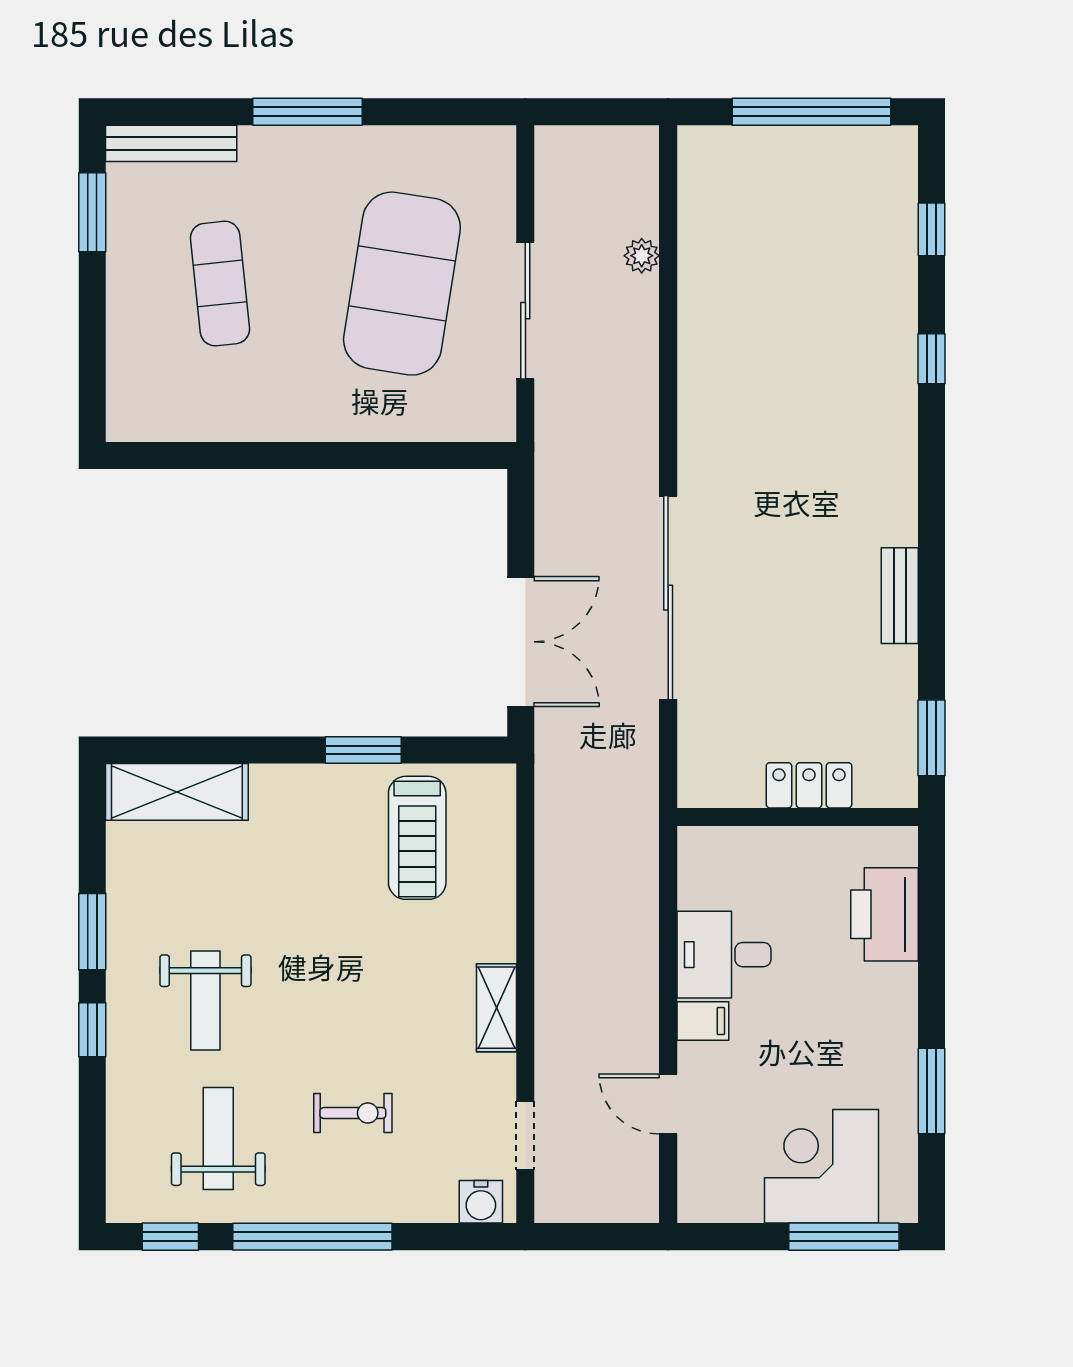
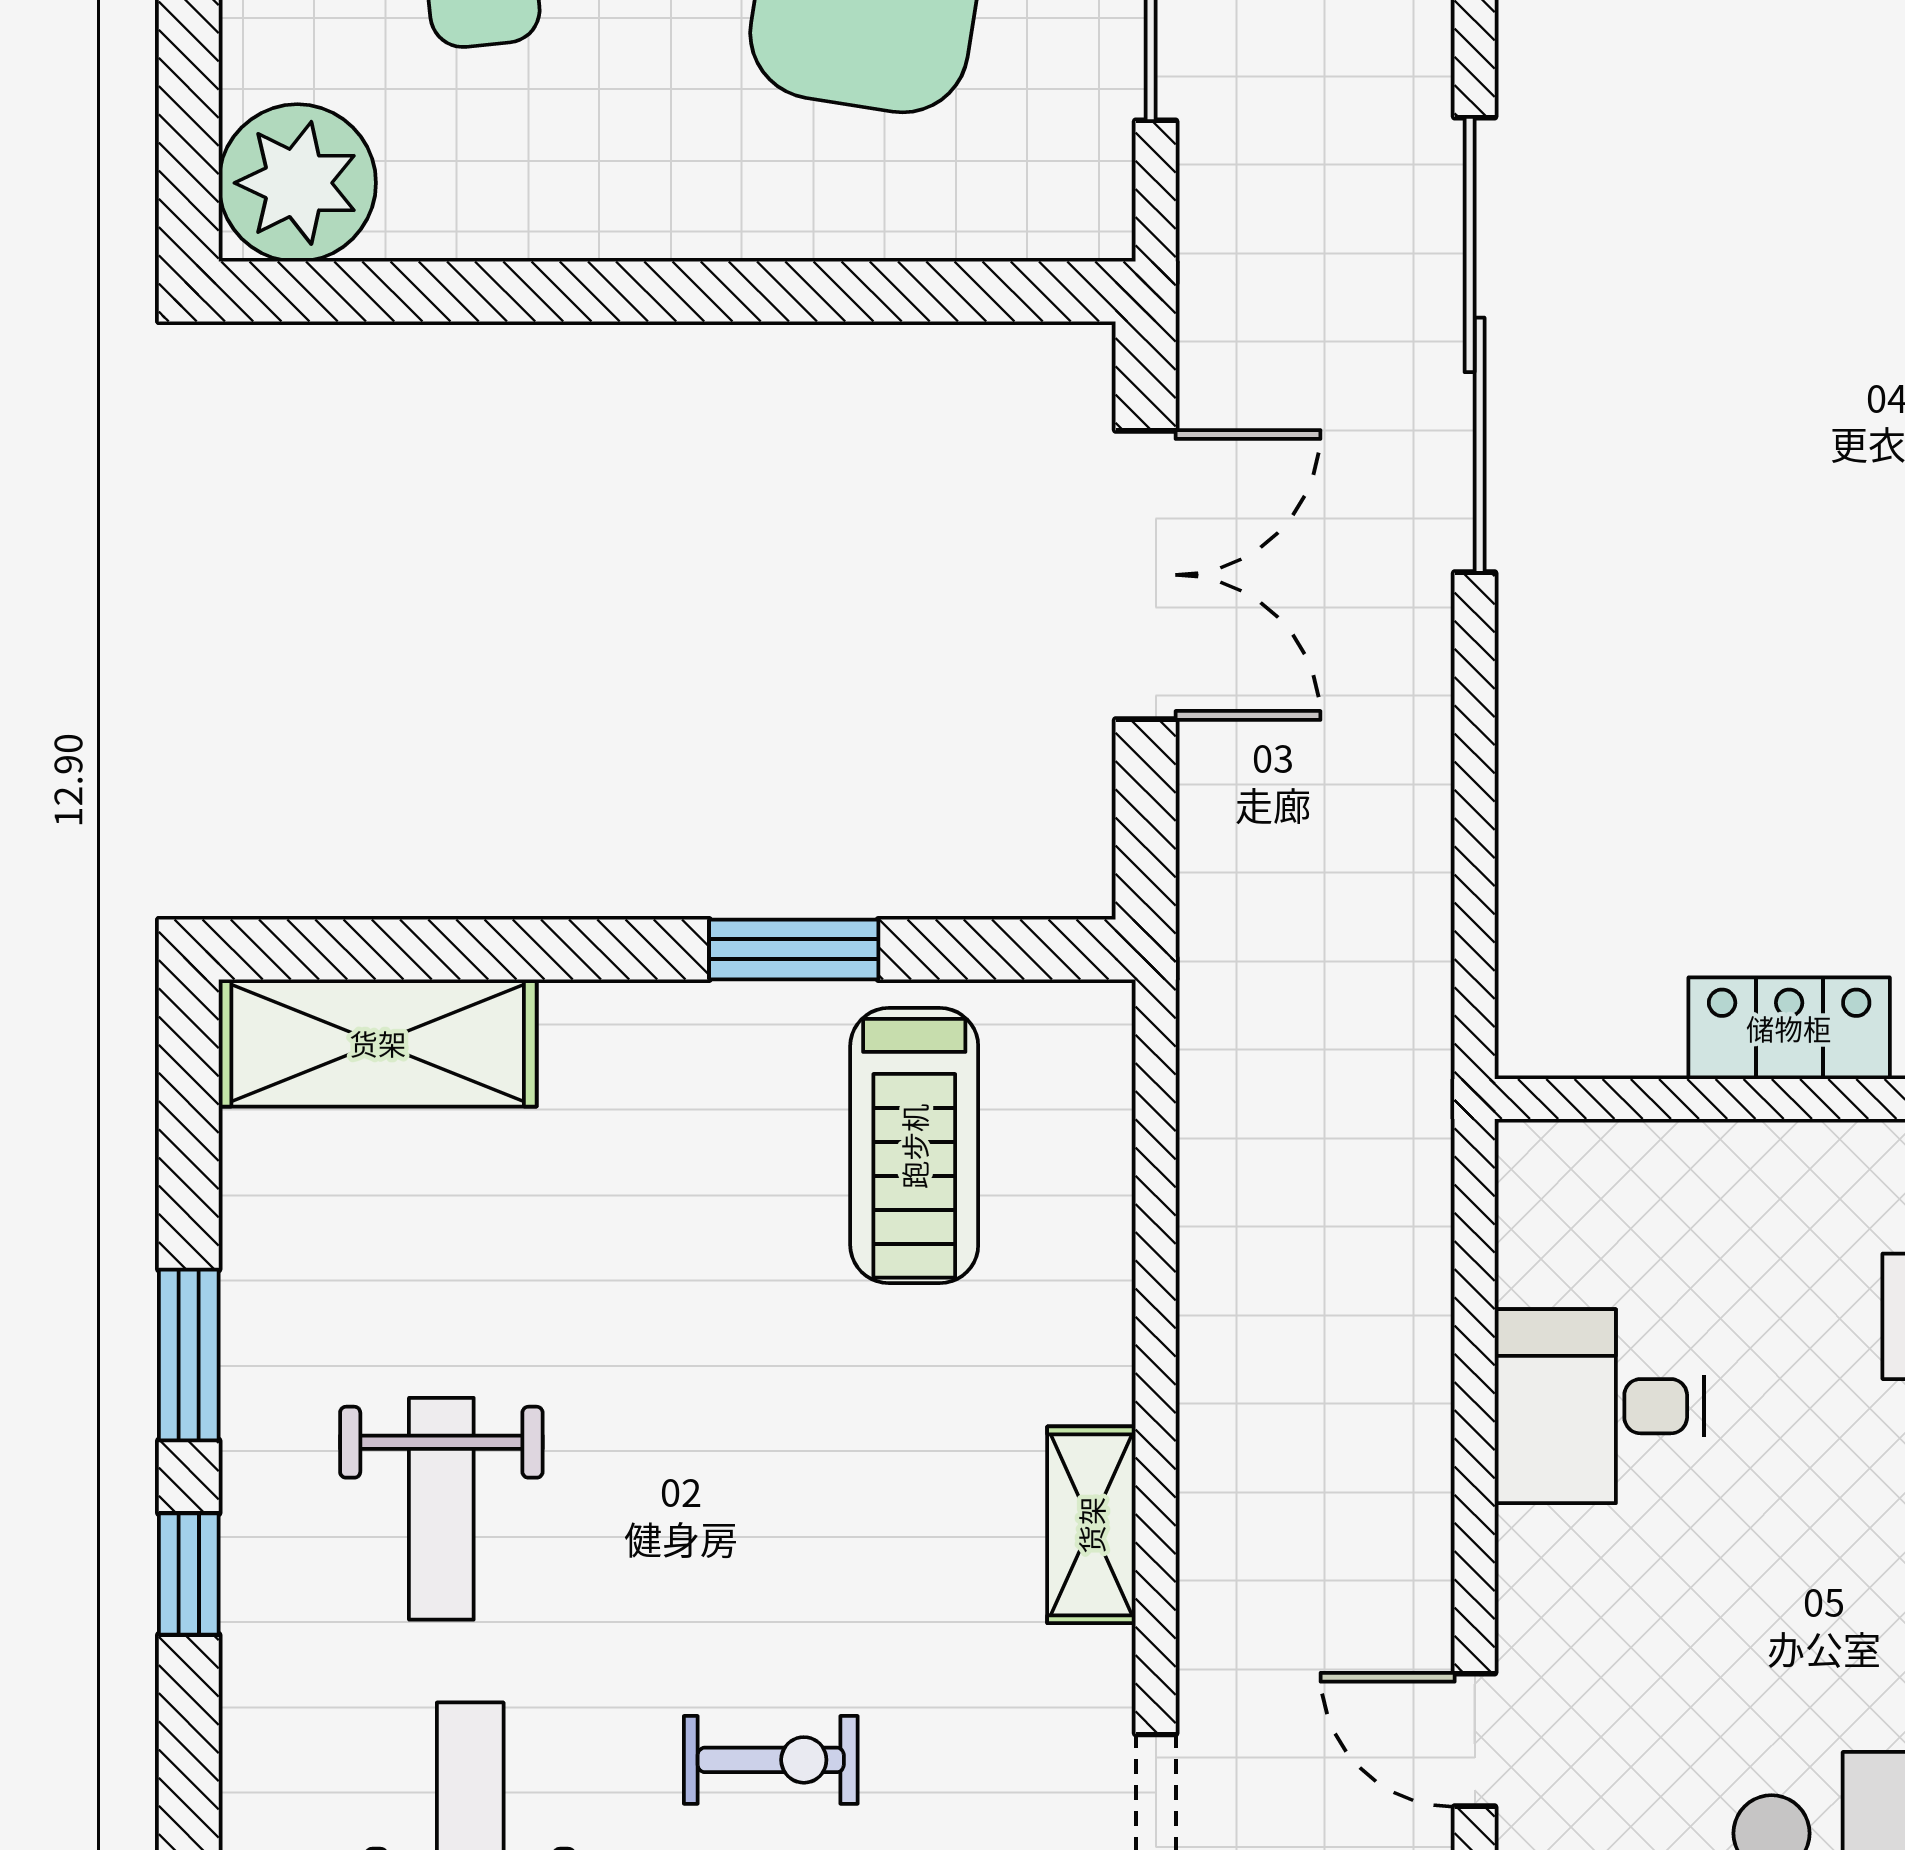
plant: (141, 407) -> (297, 183), added
sliding door: (668, 598) -> (1475, 345), moved
double door: (521, 642) -> (1146, 575), moved
filing cabinet: (703, 1021) -> (1552, 1554), removed

